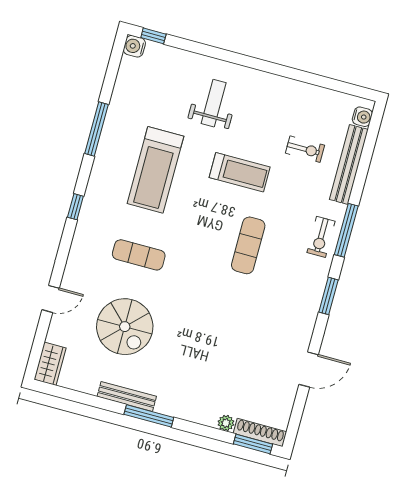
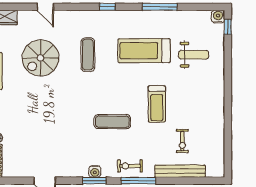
weight bench: (214, 103) -> (194, 55), moved
water cooler: (362, 117) -> (95, 172), moved

